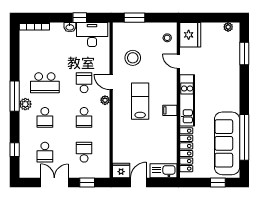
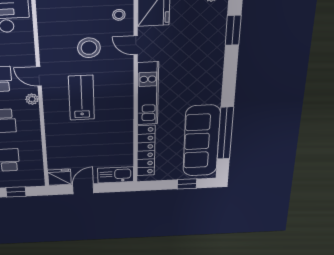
stool: (133, 58) -> (89, 48), moved
filing cabinet: (170, 110) -> (124, 107), removed

